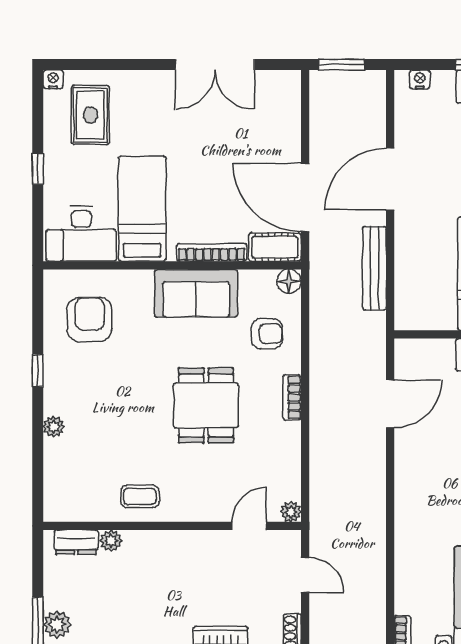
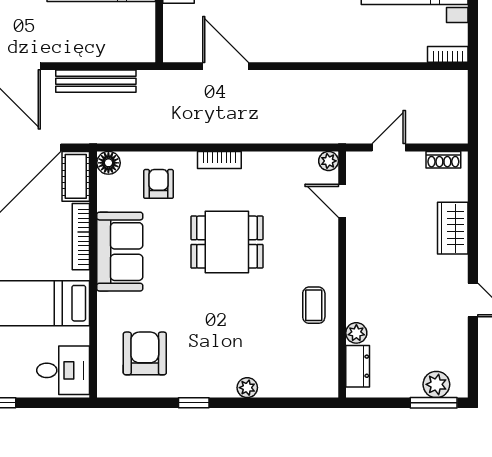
desk: (81, 234) -> (63, 370), width x0.73
armchair: (89, 319) -> (145, 353), turned 90

